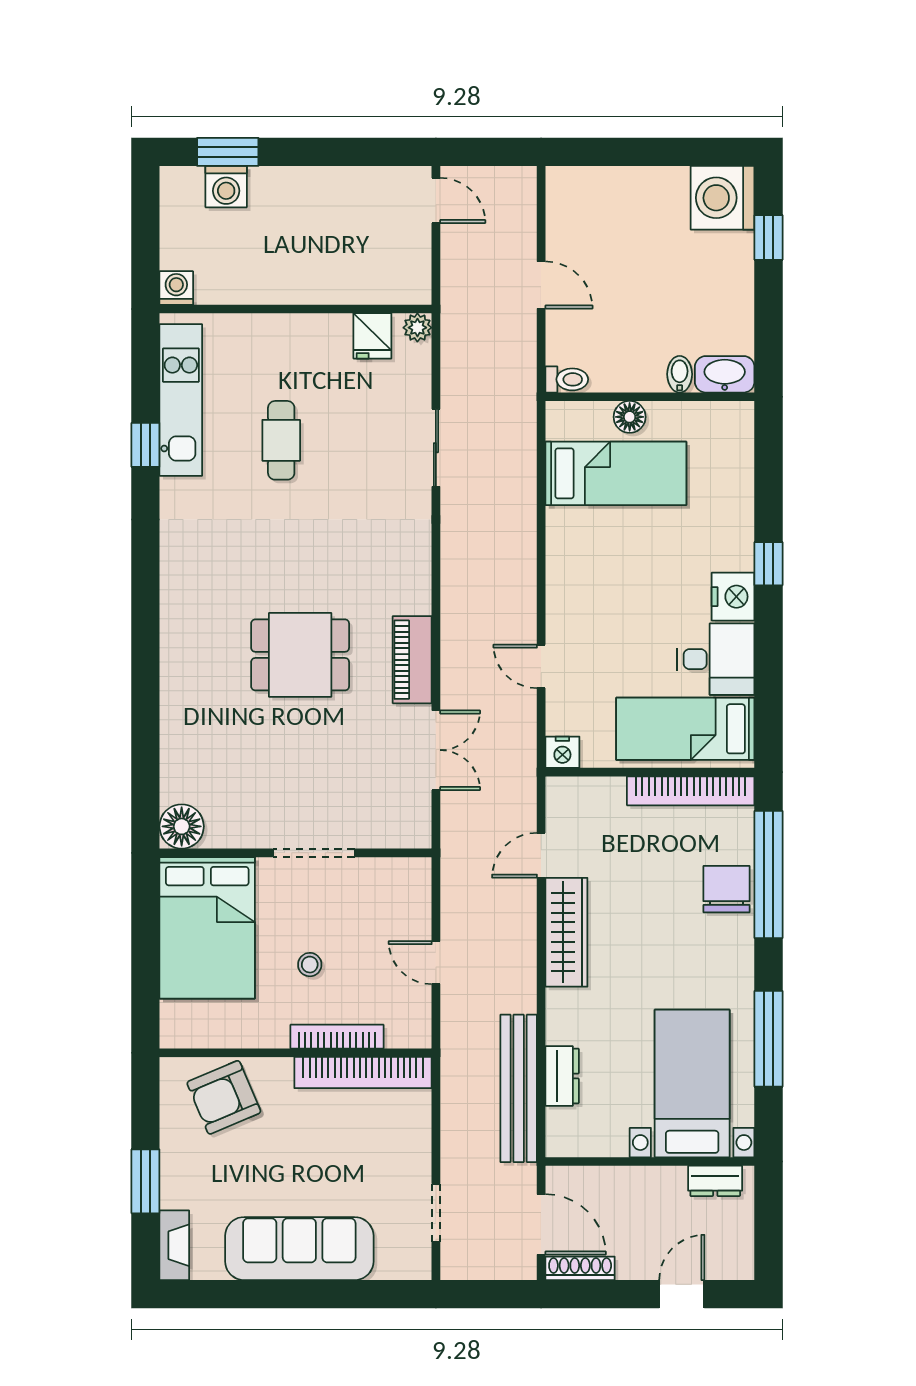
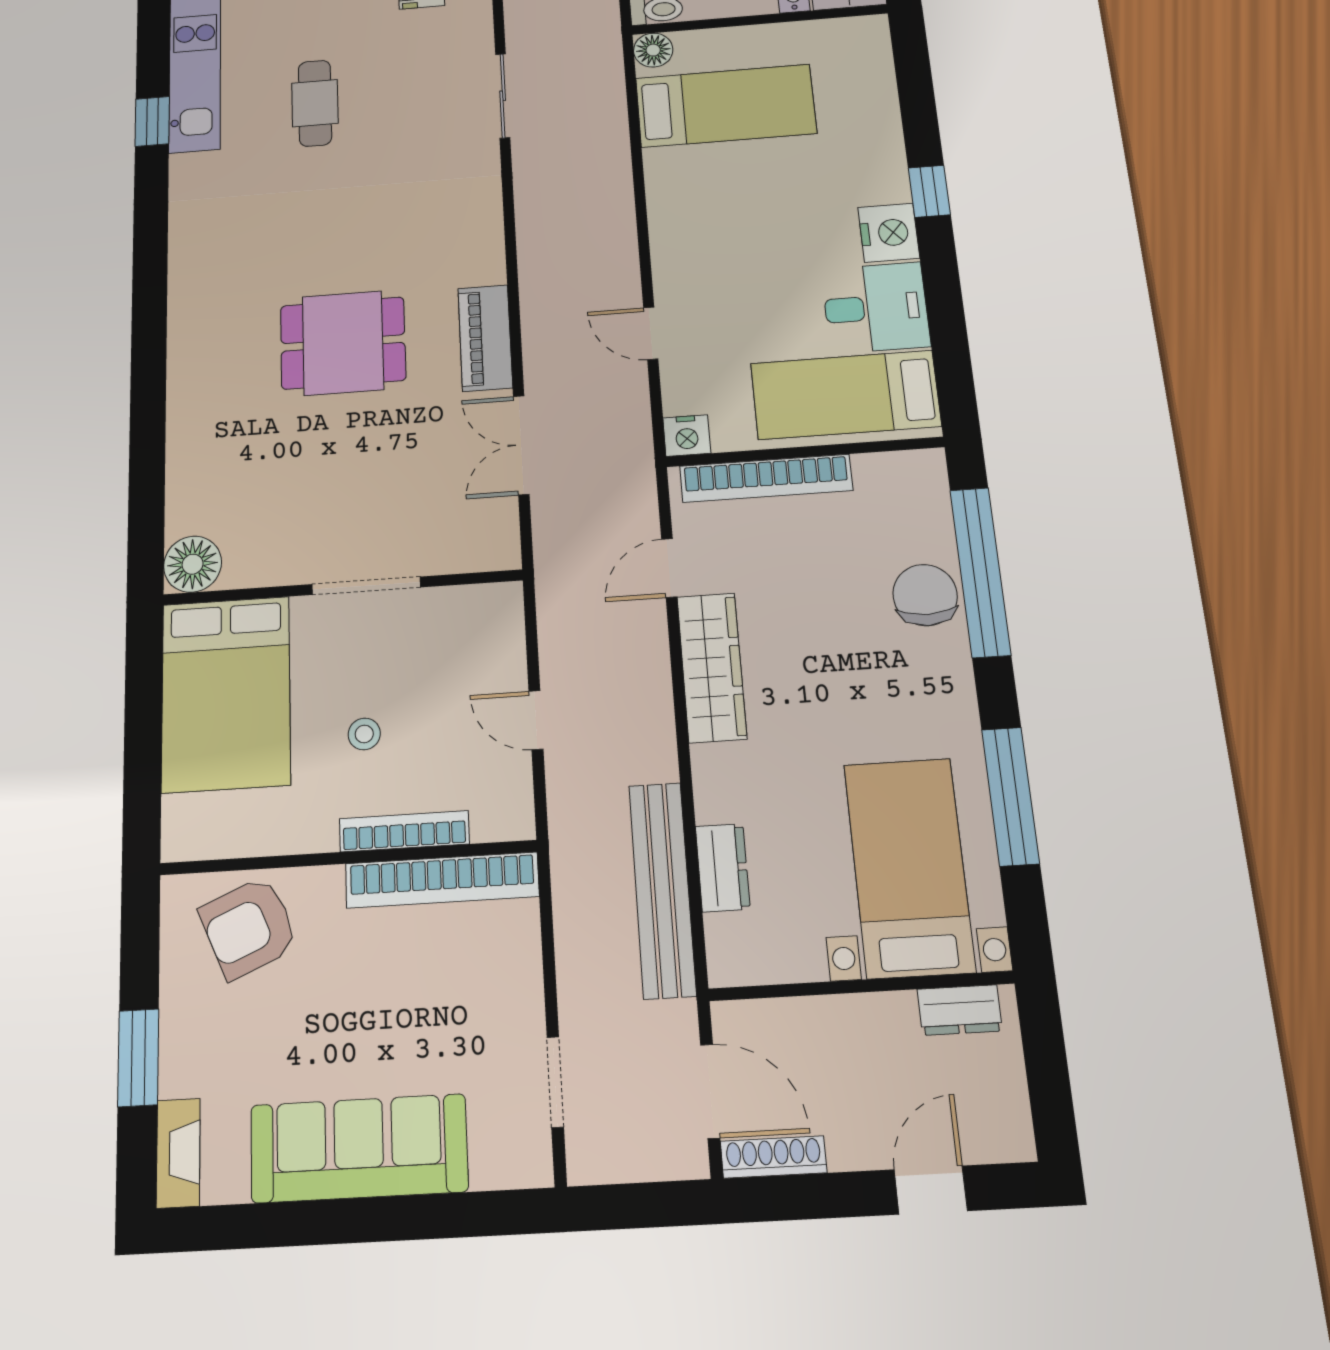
floor lamp: (630, 417) -> (653, 50), moved
double door: (436, 750) -> (521, 445), swing flipped
bookcase: (691, 791) -> (766, 478), moved

